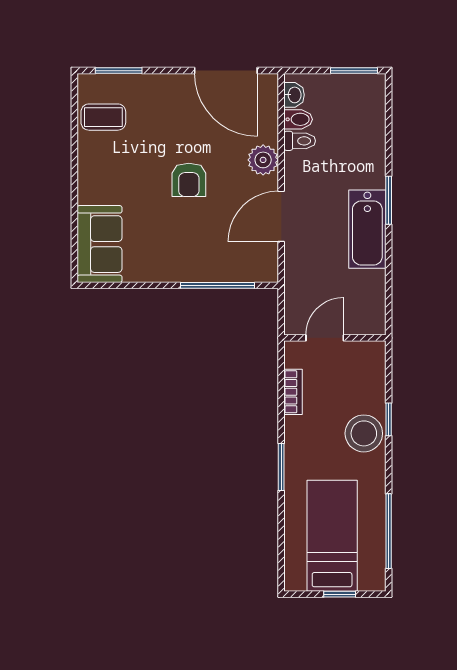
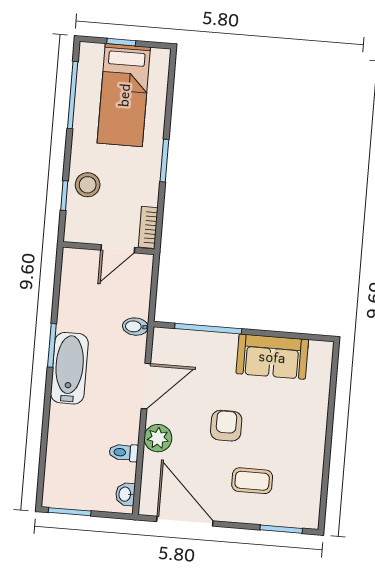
coffee table: (103, 117) -> (252, 481), moved
bidet: (298, 119) -> (135, 327), moved
window: (389, 200) -> (52, 345), moved
sofa: (100, 244) -> (272, 357), moved, turned -90
door: (325, 338) -> (118, 249), moved
wall: (335, 338) -> (109, 248), moved
stool: (364, 433) -> (88, 185), width x0.73, depth x0.73

